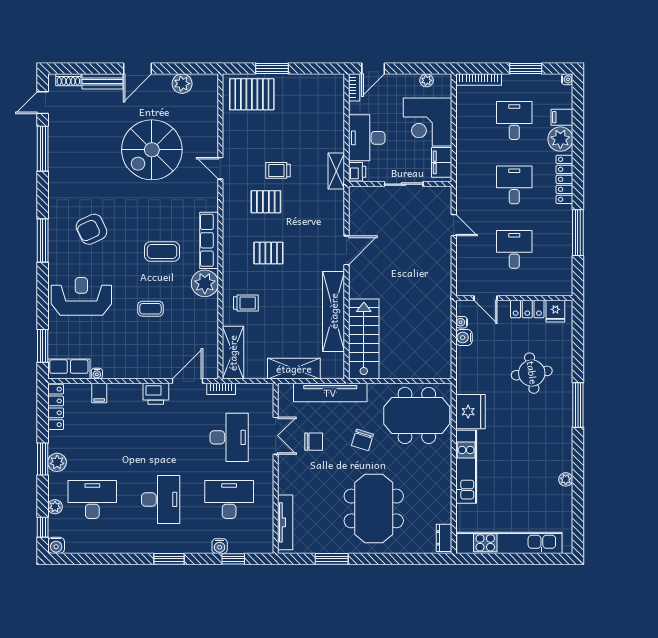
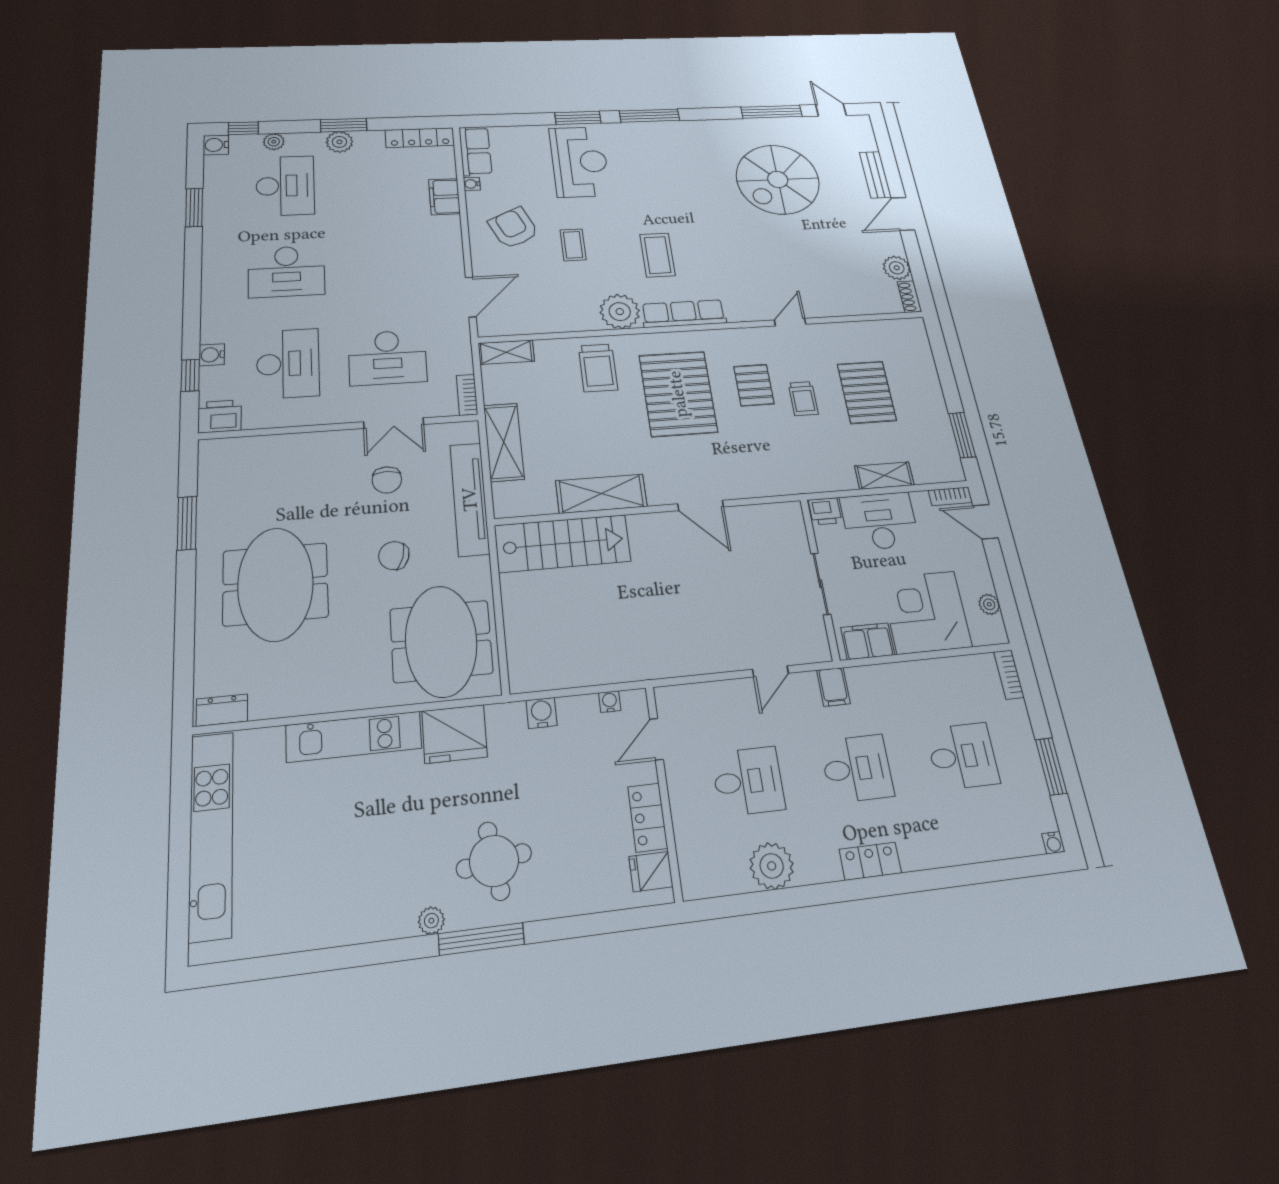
door: (137, 69) -> (903, 214), hinge flipped
window: (272, 69) -> (962, 435), moved
shoe rack: (68, 80) -> (909, 297), moved
bookcase: (479, 80) -> (1009, 675), width x0.64
pallet: (252, 94) -> (867, 392), moved
filing cabinet: (562, 117) -> (833, 687), moved, turned 180
plant: (560, 139) -> (772, 866), moved
spiral stairs: (152, 150) -> (778, 179), moved, turned -90
trolley: (278, 170) -> (803, 399), turned 180
shelving: (336, 171) -> (884, 476), moved
locker: (564, 179) -> (870, 861), width x0.66
armchair: (91, 229) -> (514, 228), moved
window: (578, 233) -> (798, 897), removed
pallet: (268, 253) -> (678, 394), width x2.05, depth x2.00
trolley: (246, 303) -> (598, 368), width x1.36, depth x1.39
shelving: (334, 311) -> (601, 494), width x0.68
water cooler: (464, 337) -> (542, 713), moved
window: (43, 346) -> (578, 118), moved
shelving: (233, 353) -> (506, 352), width x0.67, depth x0.75
round table: (532, 373) -> (494, 861), moved
door: (187, 381) -> (471, 297), hinge flipped
bookcase: (221, 389) -> (467, 395), moved
filing cabinet: (99, 393) -> (444, 197), width x2.00
printer: (156, 394) -> (220, 416), moved, turned 90
plant: (566, 479) -> (431, 921), moved
meeting table: (374, 508) -> (276, 584), turned 90
tv unit: (285, 522) -> (251, 447), removed
window: (169, 559) -> (194, 207), moved

